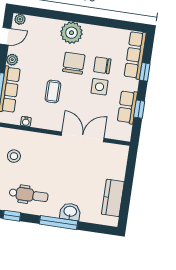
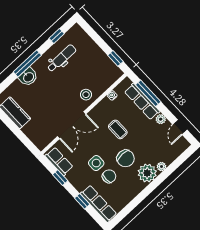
plant: (20, 19) -> (161, 166), moved
row of seats: (127, 107) -> (59, 161), moved
stool: (14, 156) -> (86, 95), moved
dental chair: (29, 195) -> (62, 58), turned 180

